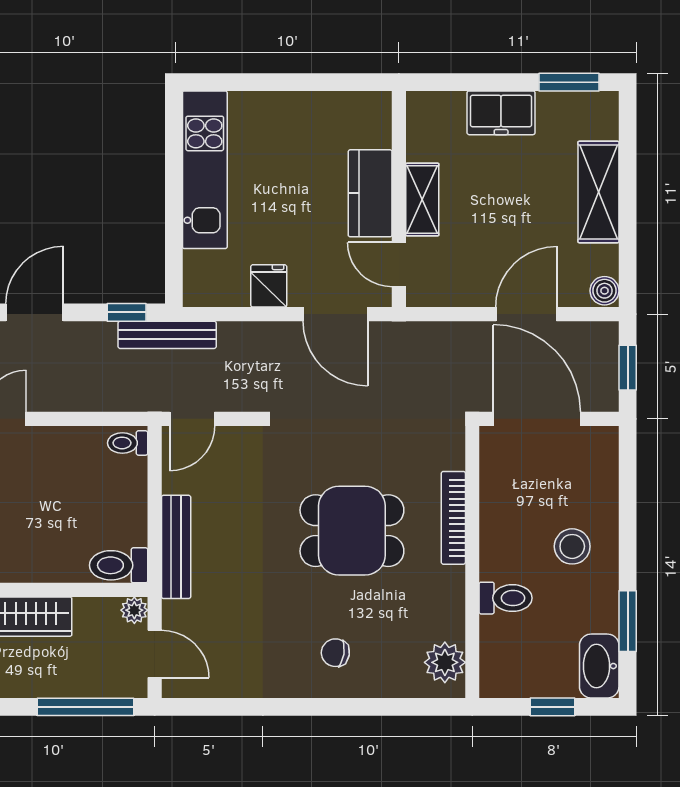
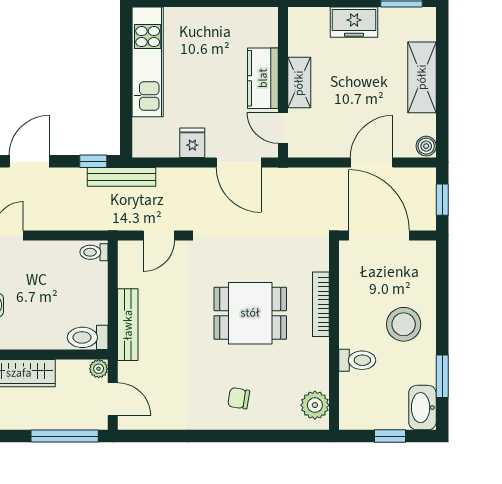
door: (192, 419) -> (159, 235), moved
stool: (572, 546) -> (404, 324), width x1.38, depth x1.38

